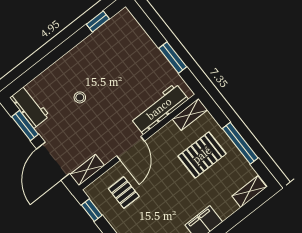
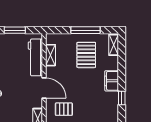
shelving: (190, 114) -> (51, 55), moved
pallet: (202, 155) -> (86, 55), moved

